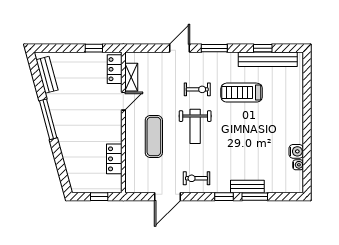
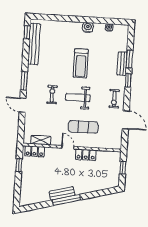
window: (263, 48) -> (27, 32), moved
bench: (47, 75) -> (62, 193), moved
treadmill: (242, 93) -> (81, 63), moved
door: (123, 101) -> (68, 147), moved
weight bench: (195, 126) -> (78, 98), turned 180
water cooler: (296, 151) -> (88, 27), moved
locker: (114, 159) -> (86, 155), moved

